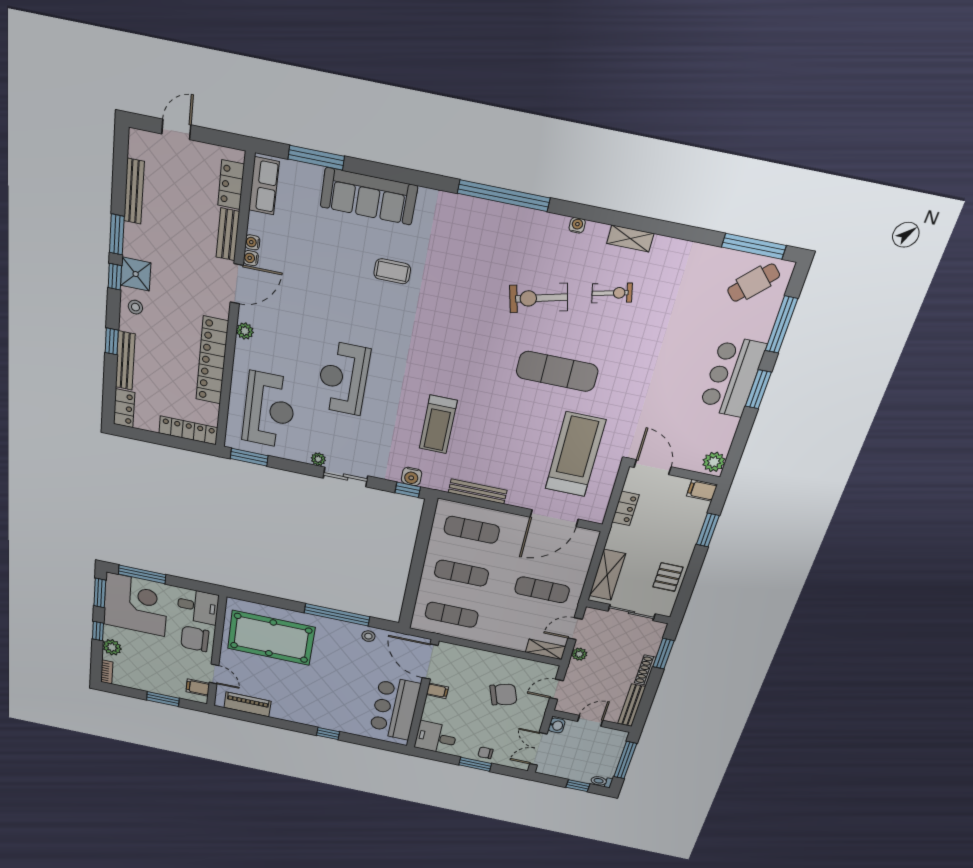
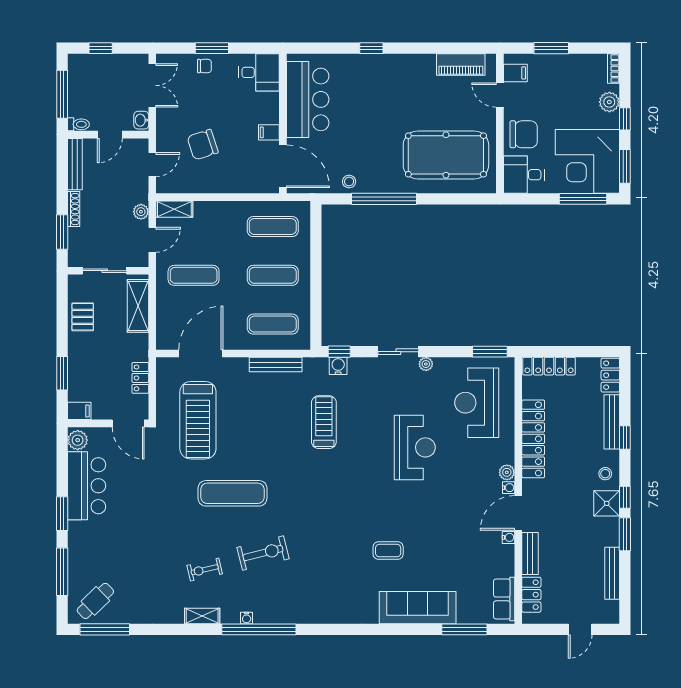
window: (504, 196) -> (259, 629), moved
water cooler: (252, 242) -> (509, 488), moved
bar counter: (732, 377) -> (87, 486), moved
toilet: (601, 781) -> (78, 124), moved

